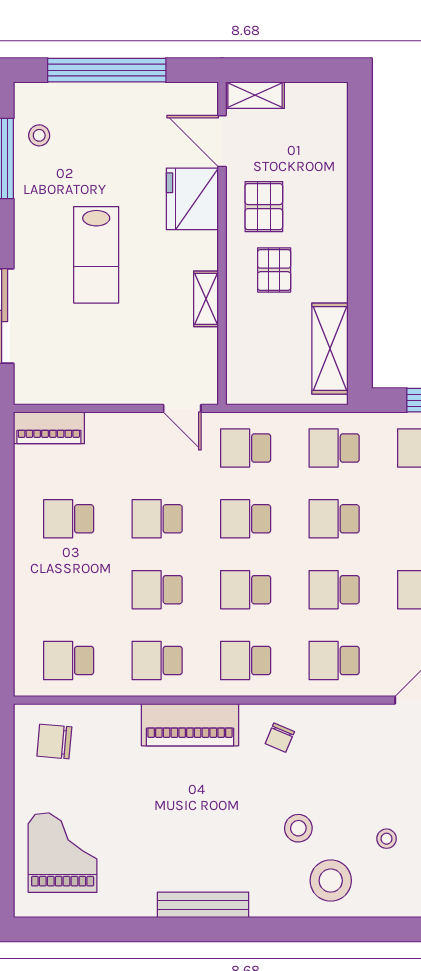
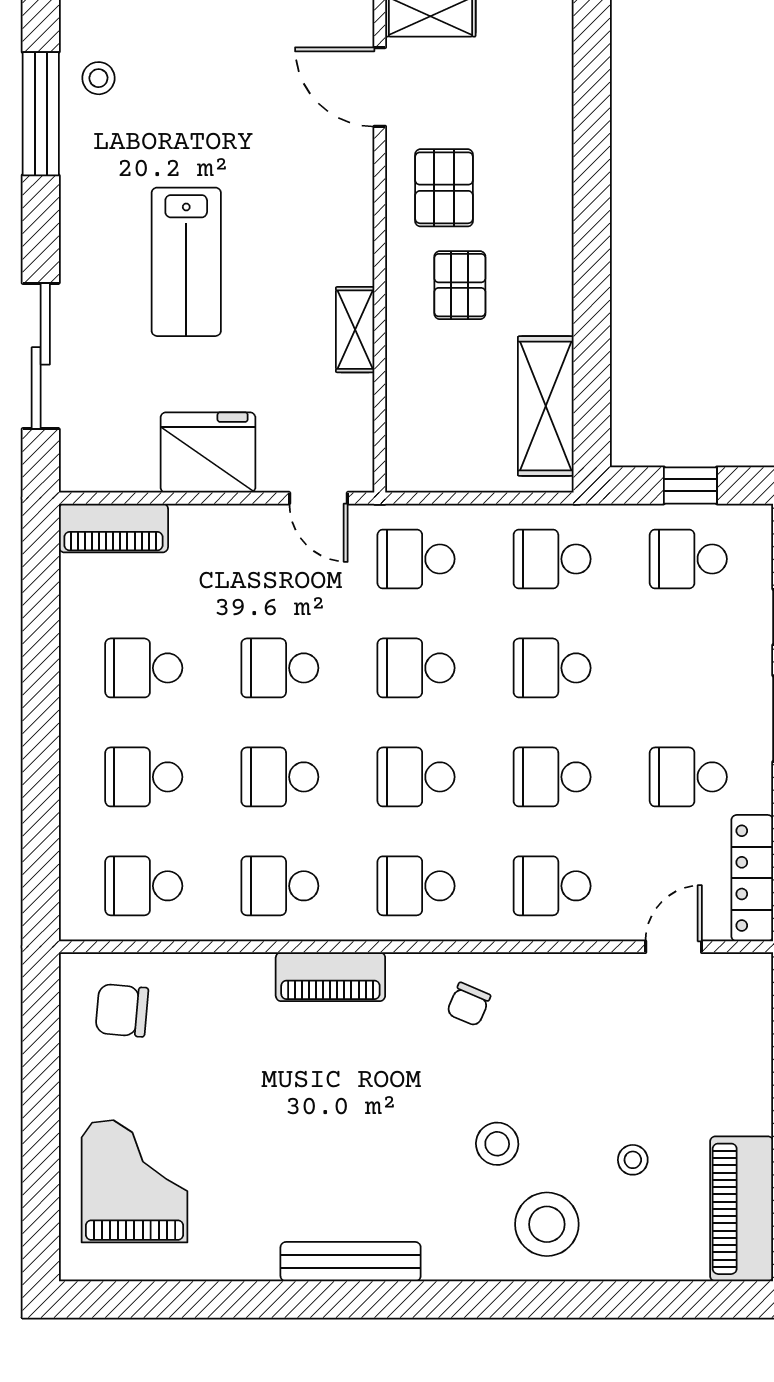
fridge: (192, 199) -> (208, 452), moved, turned 90
school desk: (69, 590) -> (144, 777), added
piano: (190, 725) -> (330, 977), width x0.73, depth x0.75

